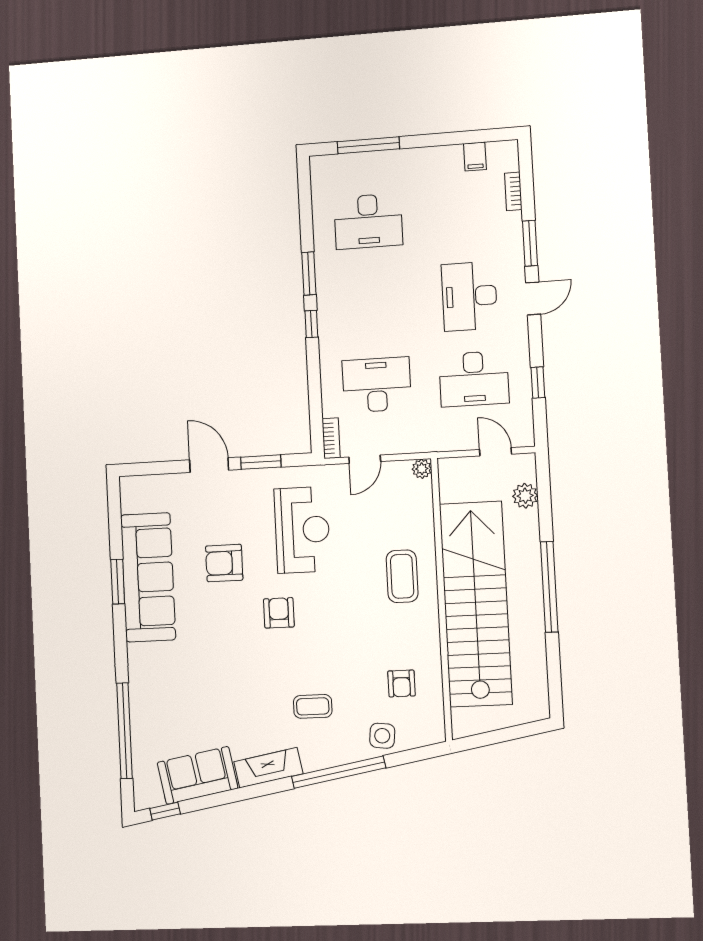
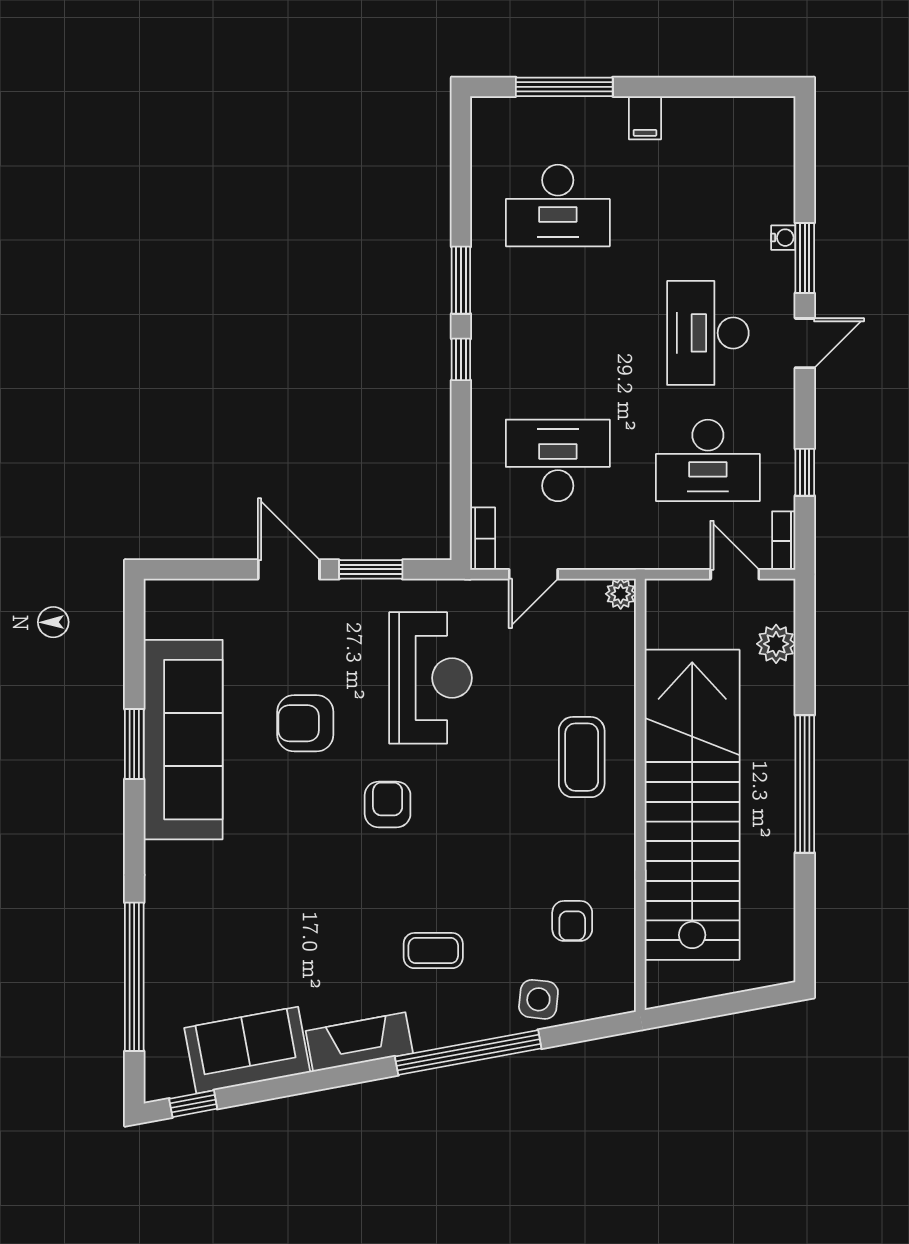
filing cabinet: (475, 157) -> (645, 118), moved
bookcase: (513, 191) -> (784, 541), moved
water cooler: (515, 231) -> (783, 238), added

